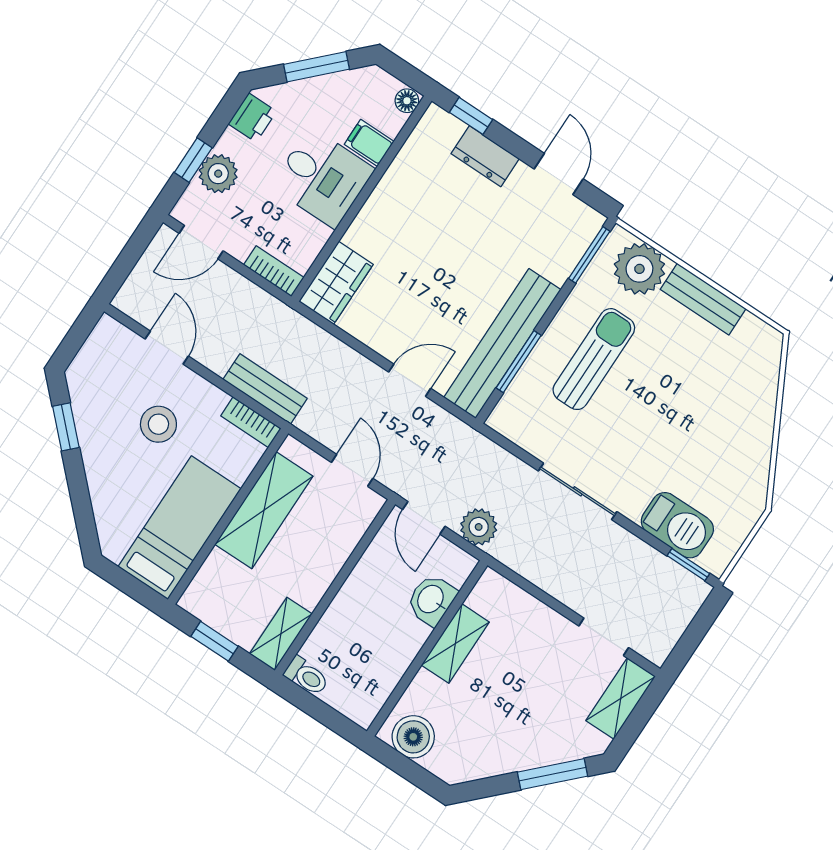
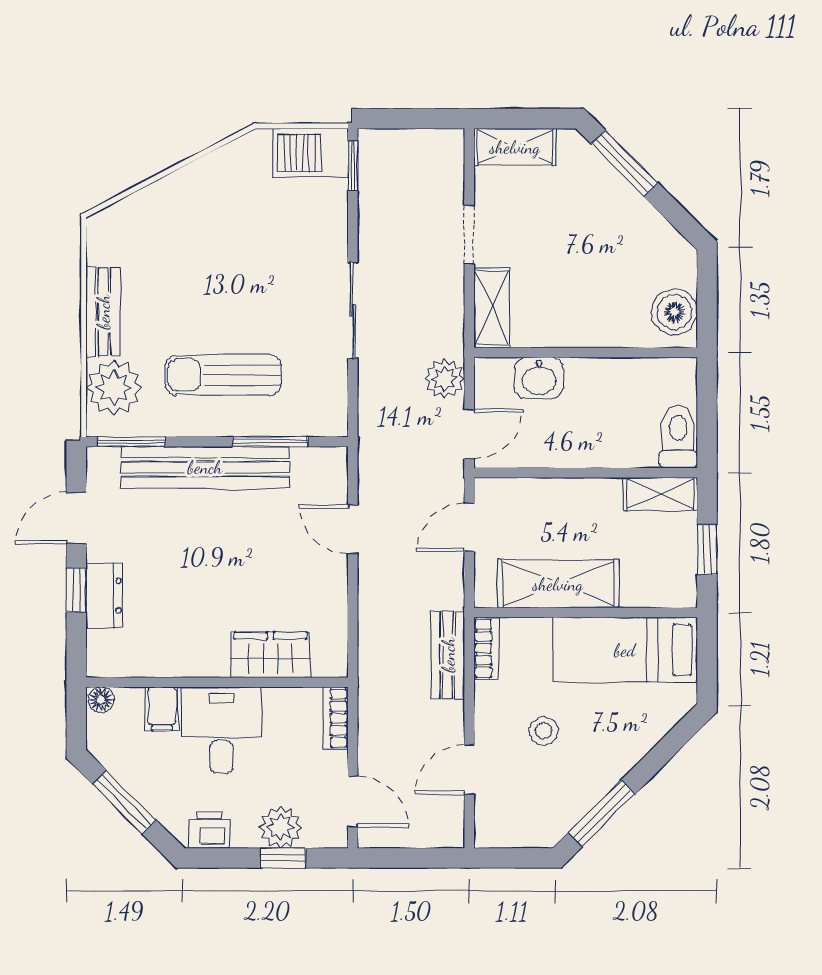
window: (471, 116) -> (76, 590), moved
wardrobe: (336, 283) -> (270, 655), moved
bench: (502, 344) -> (205, 467), moved
stool: (158, 424) -> (544, 731), width x0.73, depth x0.73
window: (66, 427) -> (602, 813), width x1.50
barbecue: (677, 525) -> (311, 153), moved, turned -90
doorway: (604, 637) -> (469, 235), moved
shelving: (455, 644) -> (492, 308), moved, turned 90
toilet: (306, 676) -> (678, 437), width x1.37, depth x1.39

